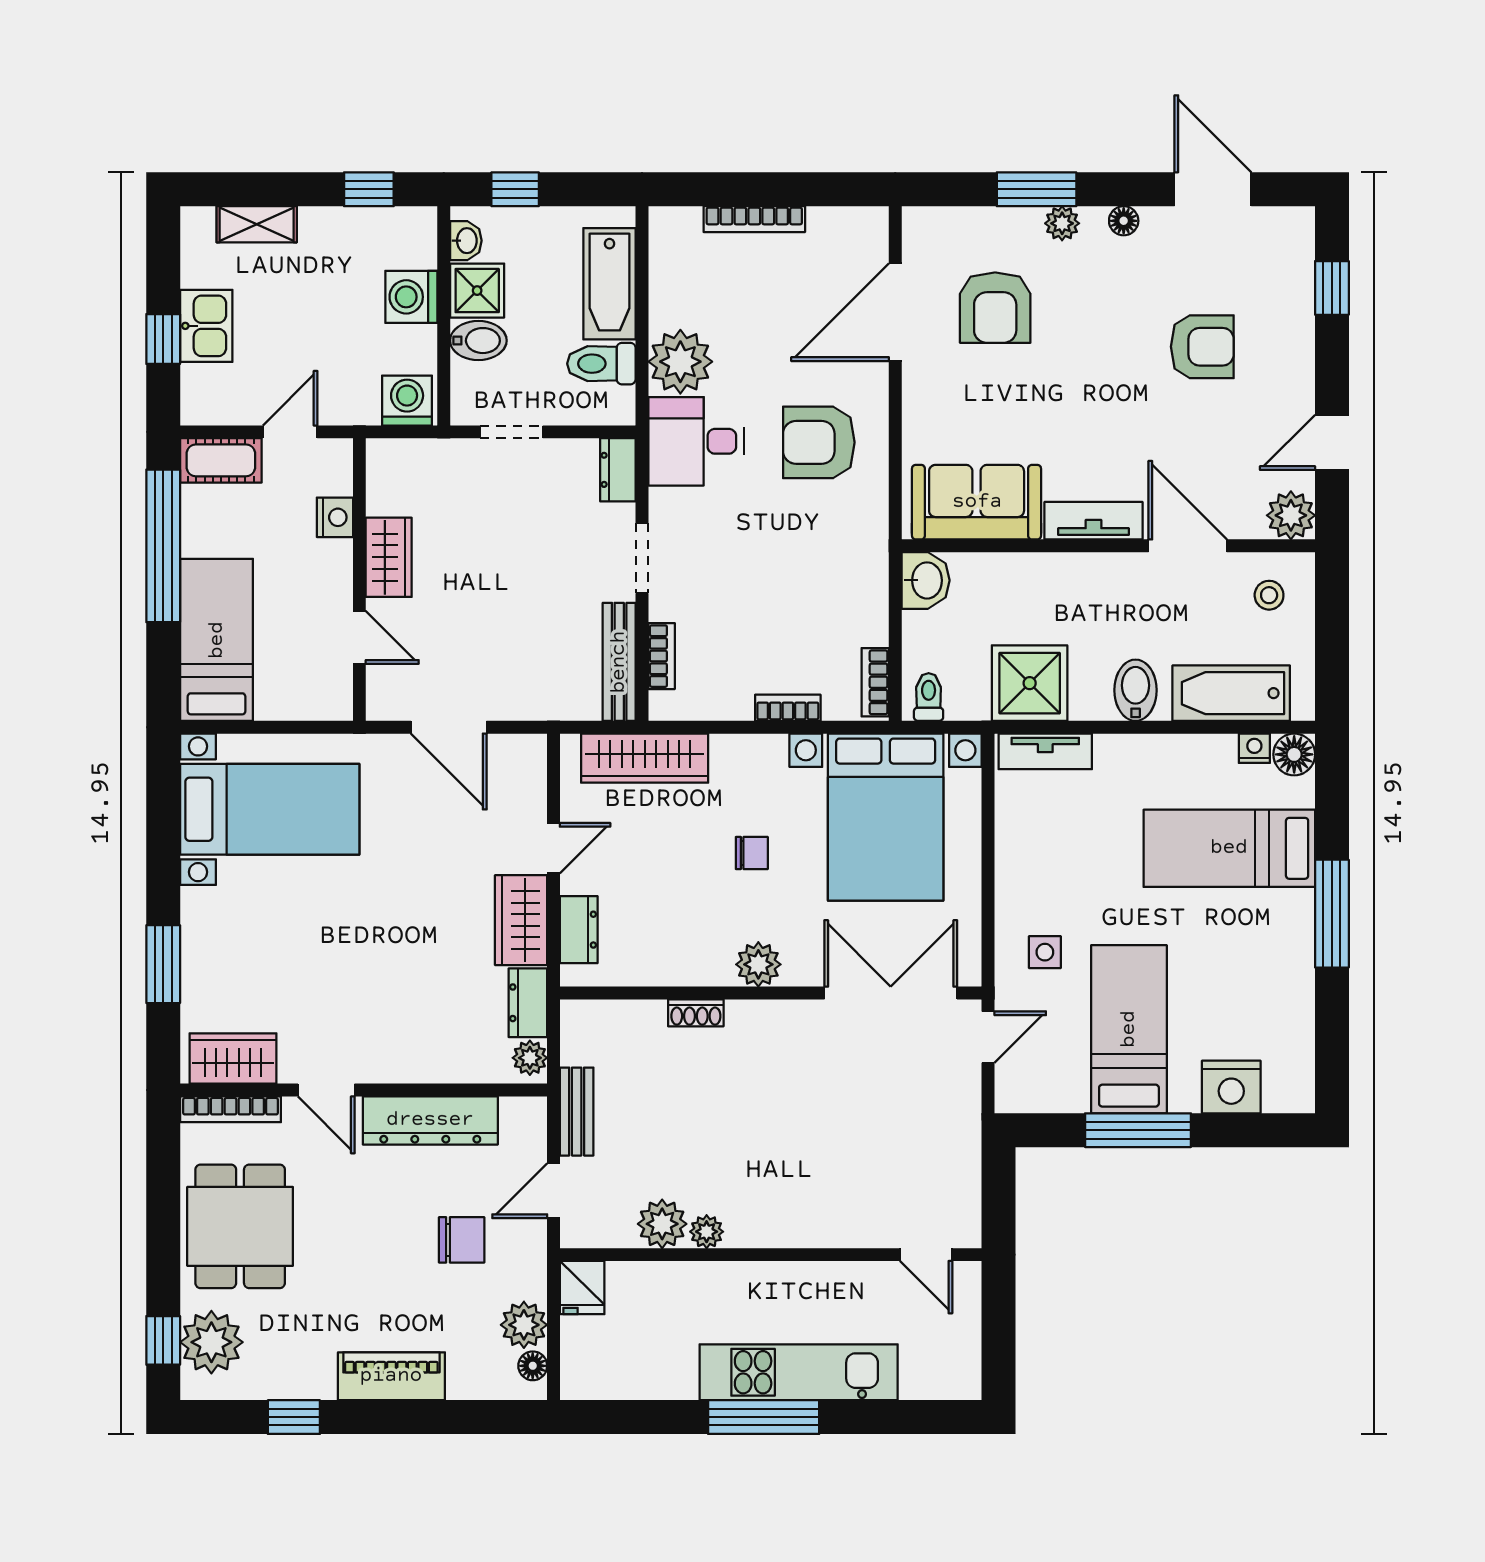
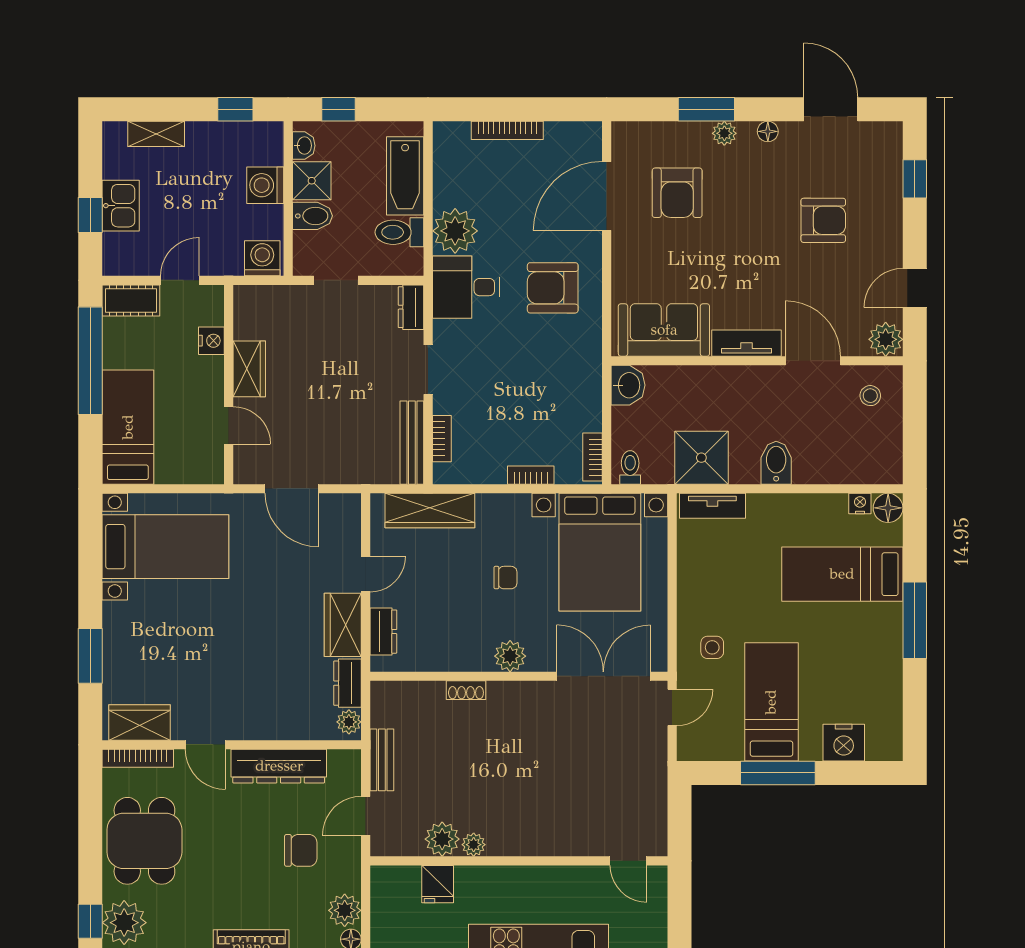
bathtub: (1231, 693) -> (844, 465), removed
fridge: (582, 1288) -> (438, 884), moved

